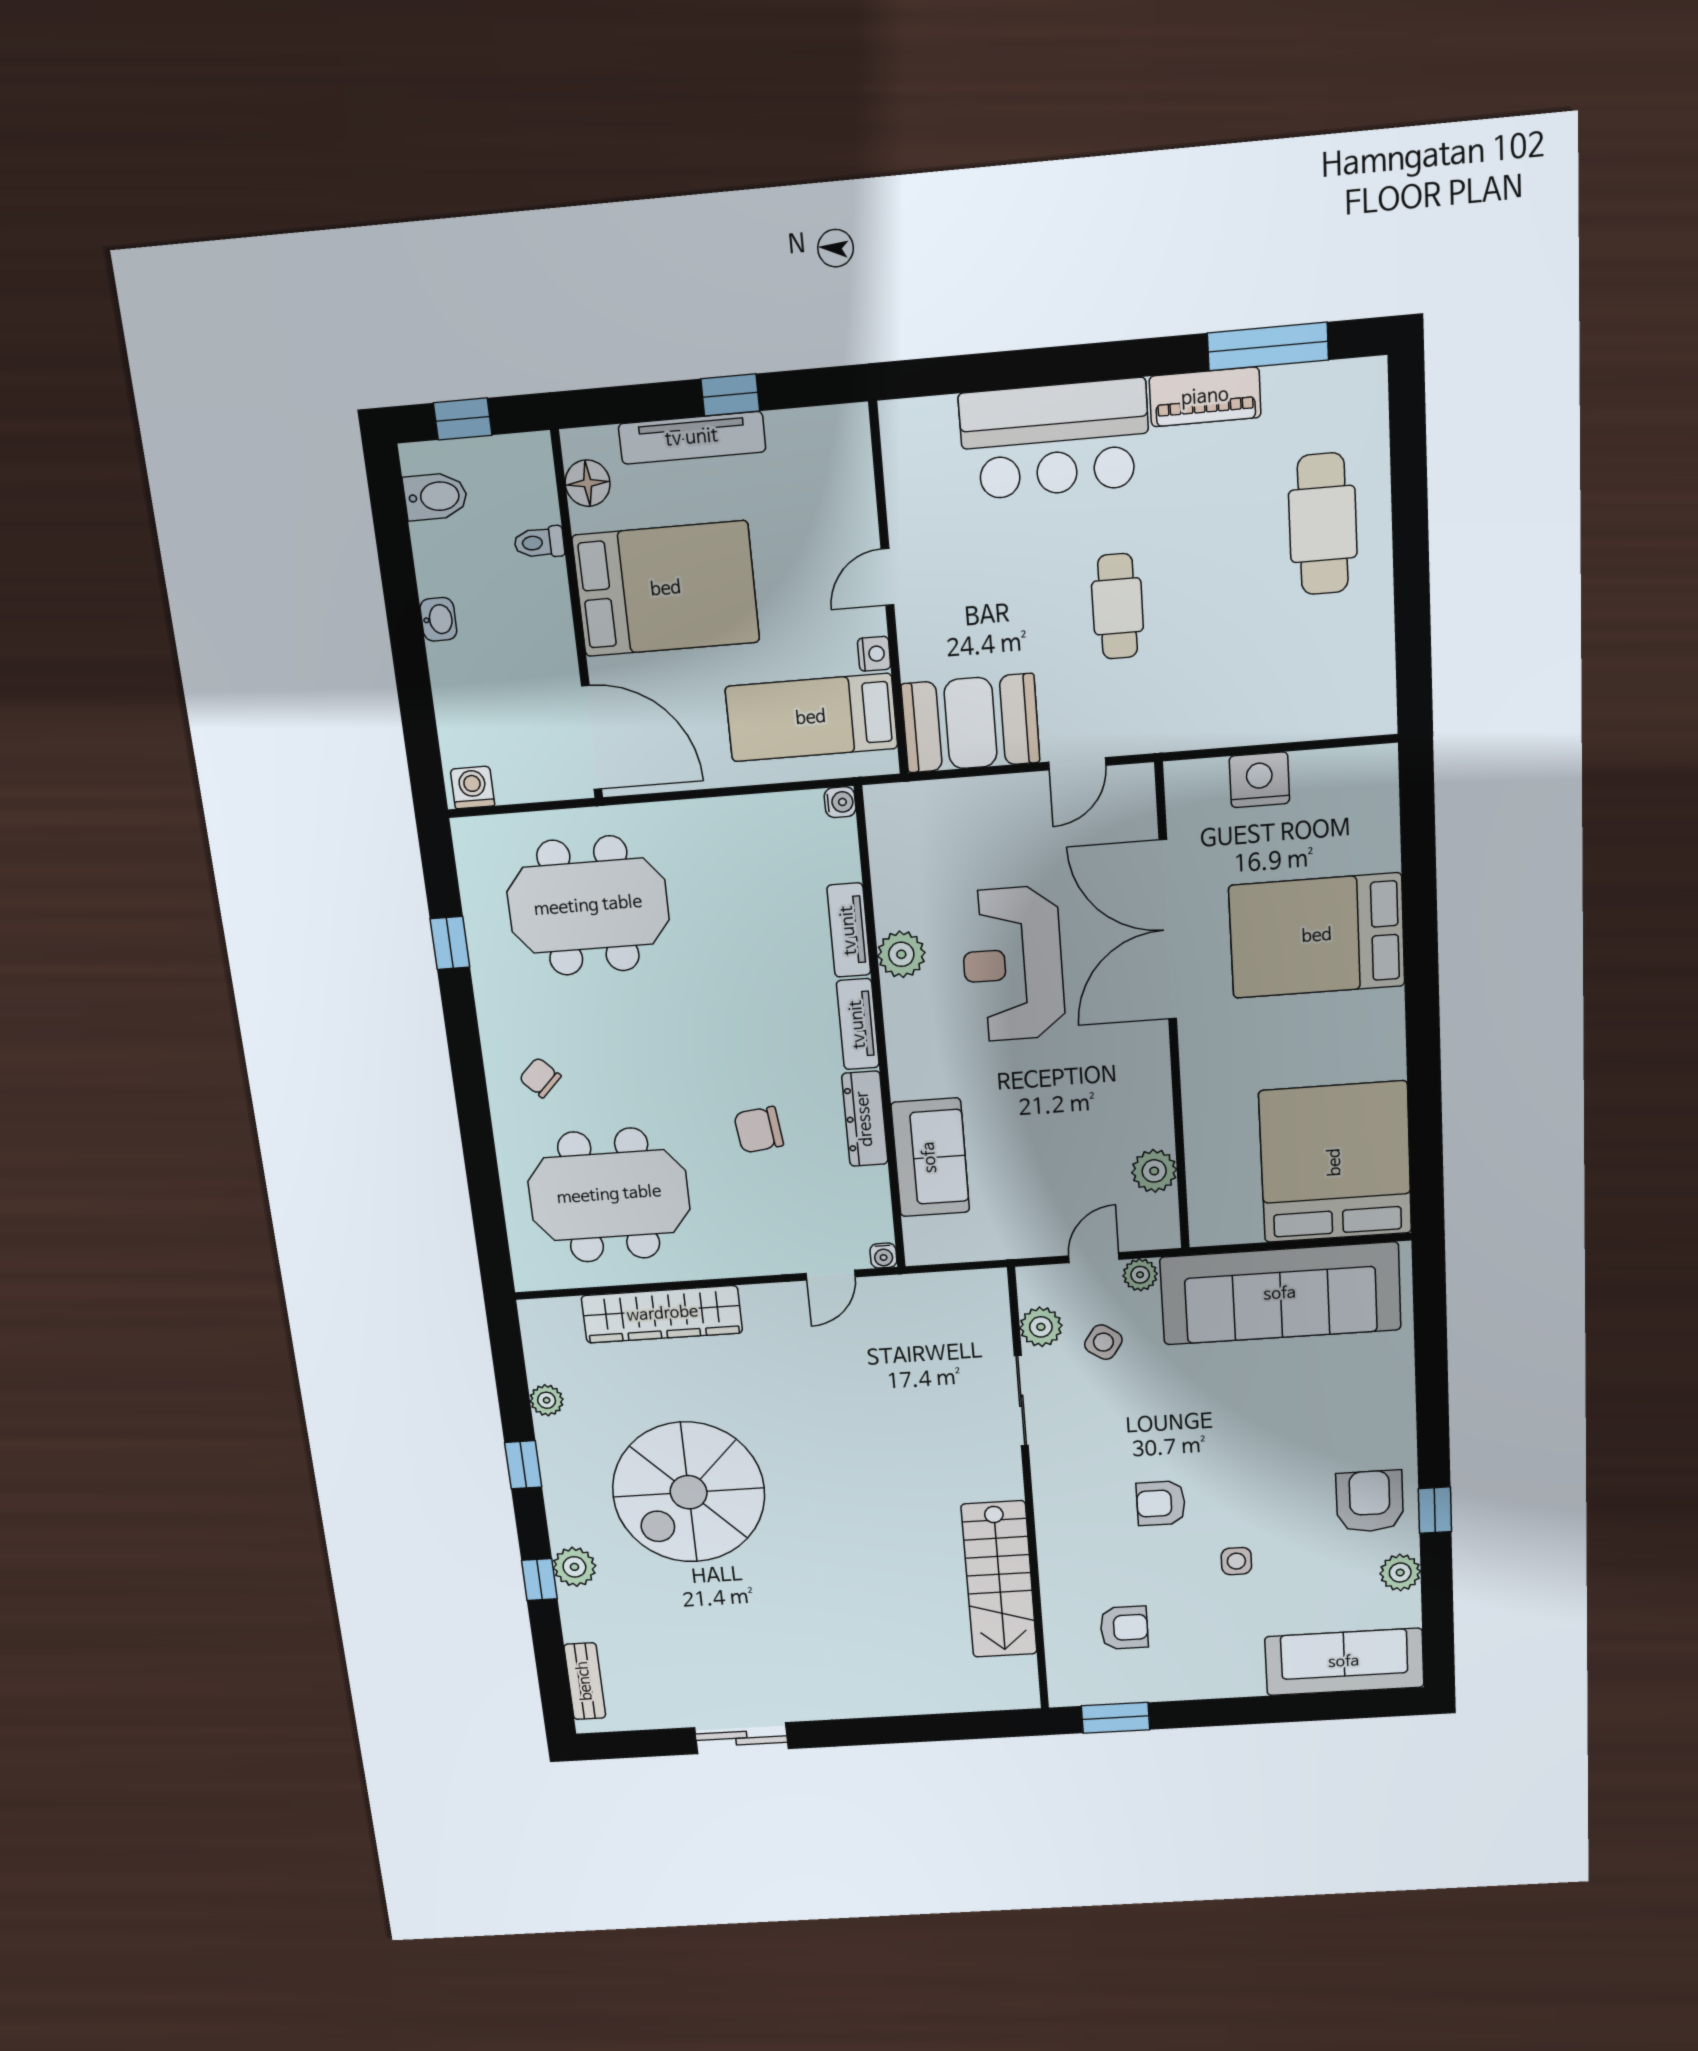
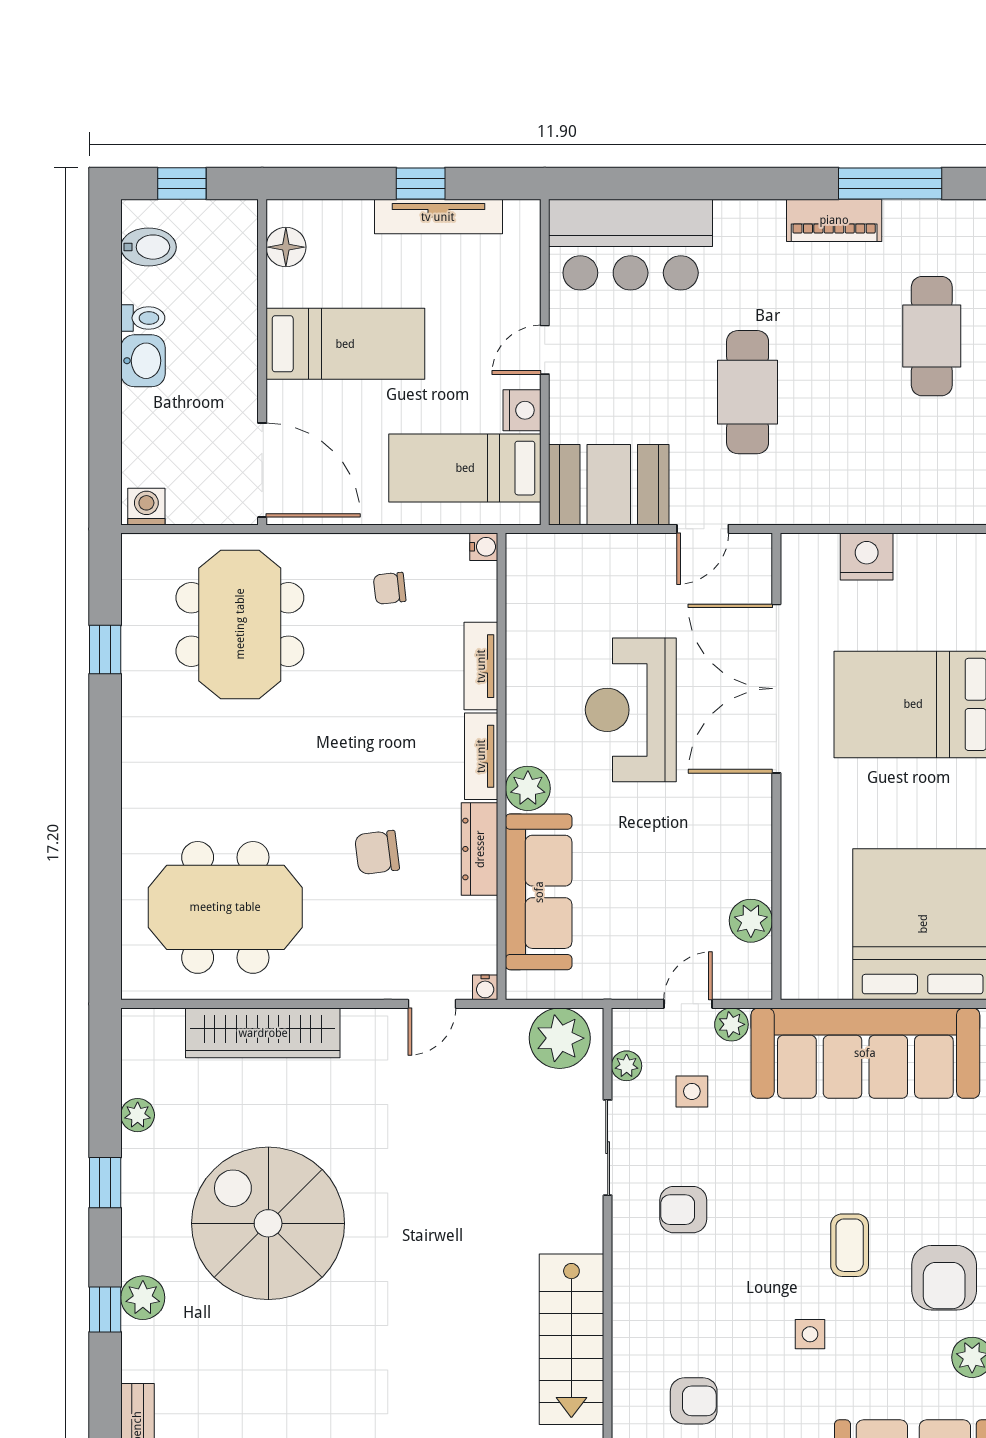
tv unit: (692, 438) -> (438, 217), moved
bar counter: (1055, 439) -> (631, 245), moved
toilet: (539, 542) -> (143, 318), moved, turned 180
bed: (666, 589) -> (345, 344), width x0.67
cafe table: (1118, 606) -> (748, 392), width x1.37, depth x1.35
washbasin: (438, 619) -> (143, 361), width x1.38, depth x1.45
nightstand: (874, 654) -> (522, 410), width x1.39, depth x1.35
meeting table: (588, 906) -> (240, 624), turned 90
plant: (901, 954) -> (528, 788), moved
chair: (540, 1078) -> (390, 588), moved, turned -51
sofa: (930, 1157) -> (539, 892), width x1.36
plant: (964, 1300) -> (560, 1038), added
plant: (1041, 1327) -> (627, 1066), width x0.73, depth x0.73
side table: (1103, 1342) -> (692, 1091), turned -34
coffee table: (1272, 1477) -> (850, 1245), added
spiral stairs: (689, 1492) -> (268, 1223), turned 90
armchair: (1370, 1501) -> (944, 1278), turned 180
armchair: (1161, 1503) -> (683, 1210), moved

